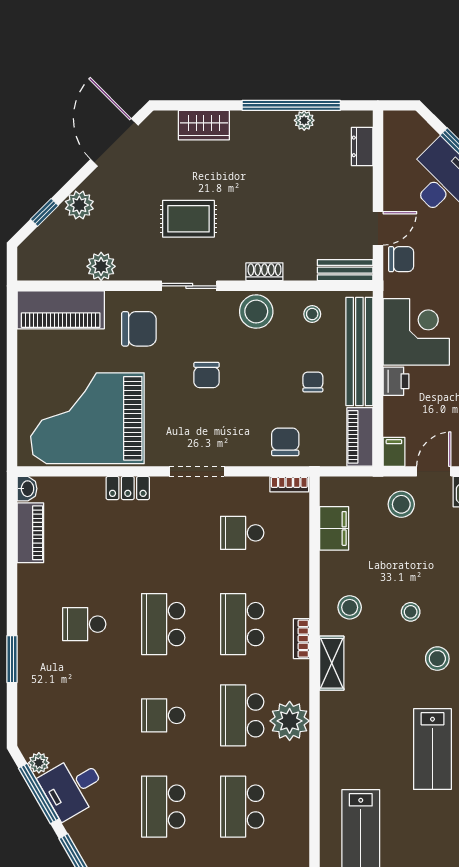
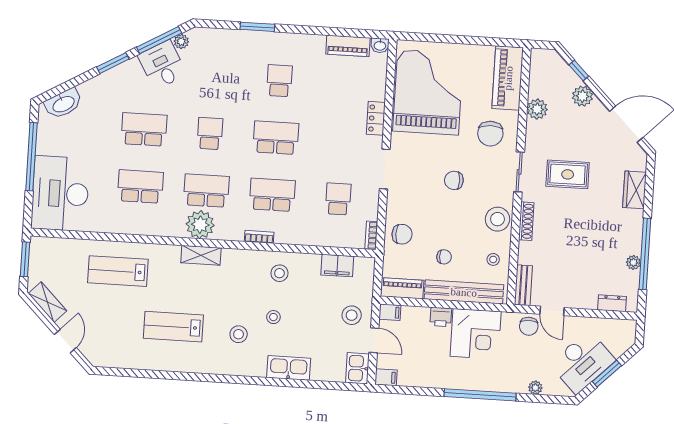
rug: (188, 219) -> (568, 174), turned 90
shoe rack: (264, 272) -> (526, 221), width x1.43
shelving: (332, 663) -> (201, 255), moved

